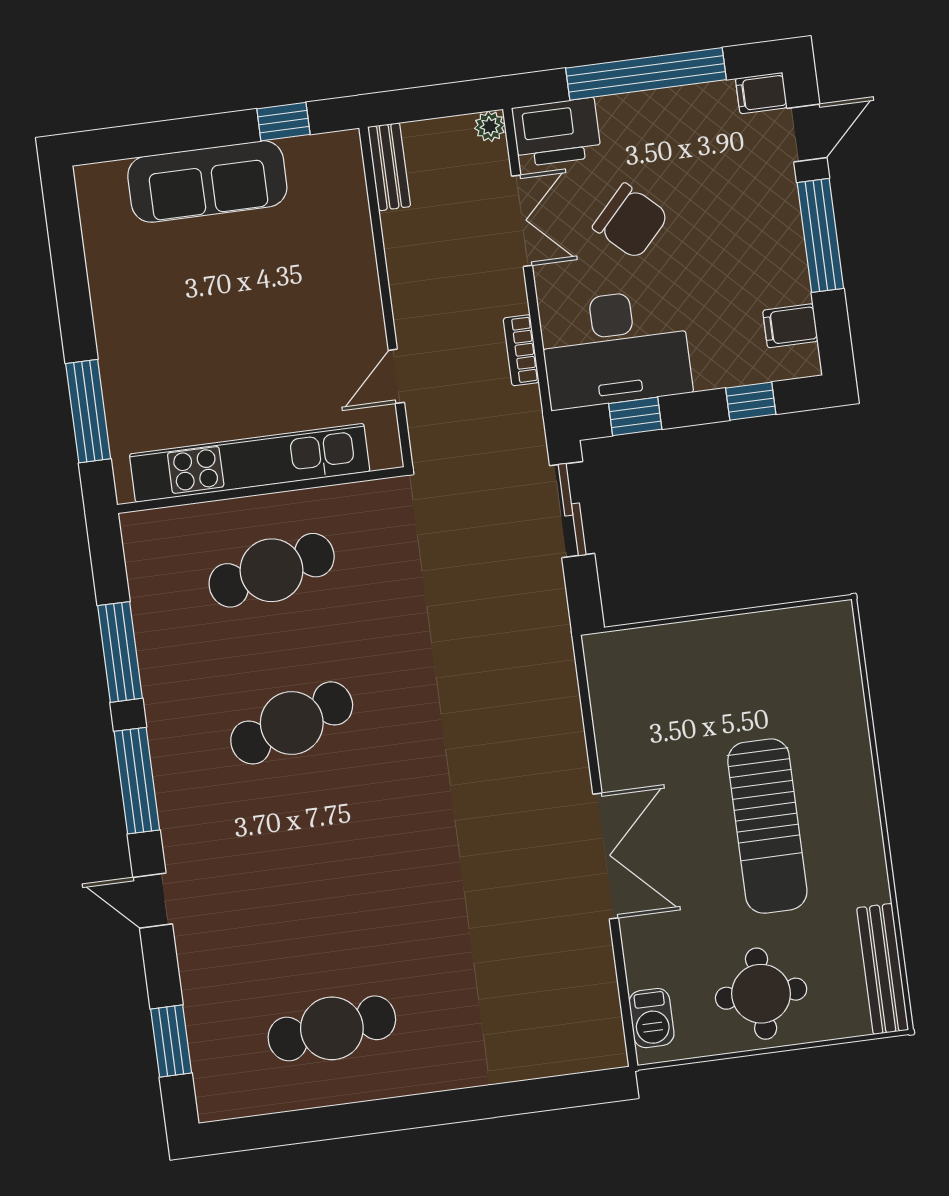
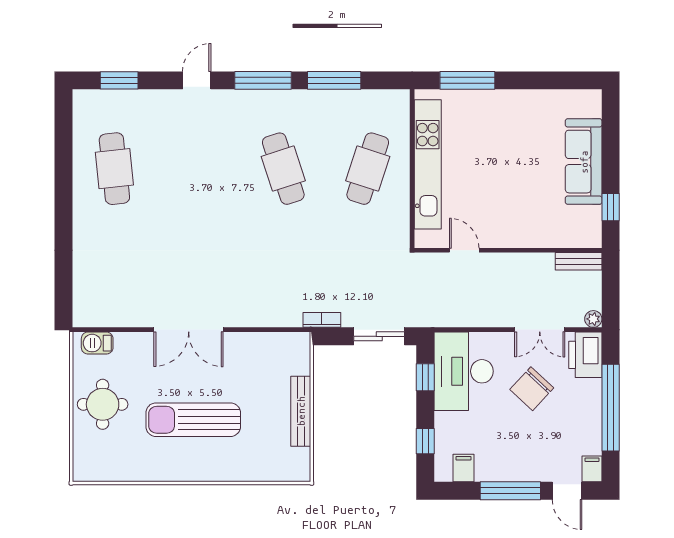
bookcase: (521, 350) -> (322, 320), moved
cafe table: (272, 570) -> (368, 169), turned 30
bench: (883, 969) -> (301, 411), moved, turned 90

